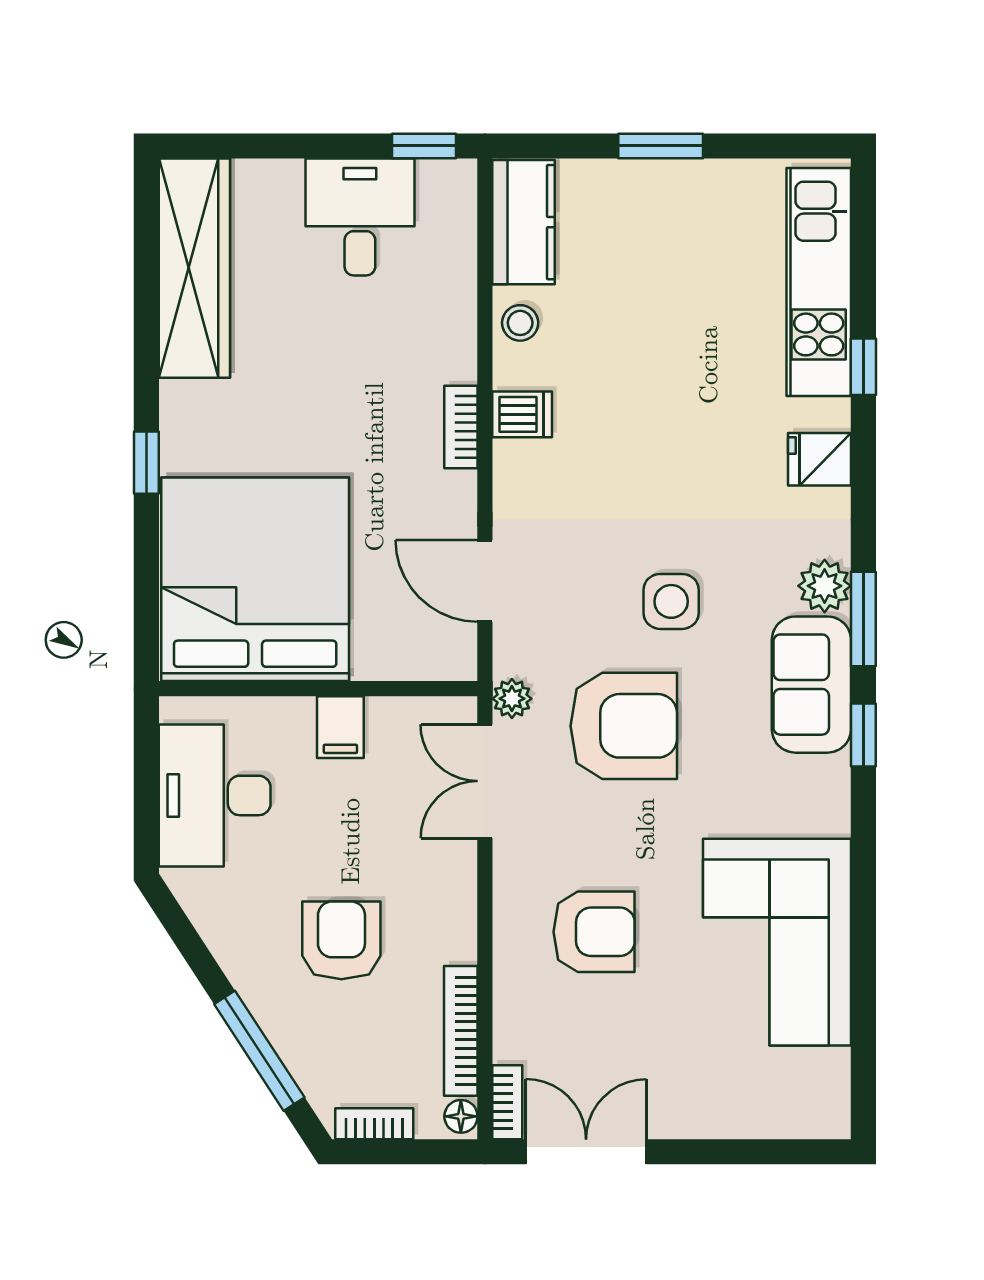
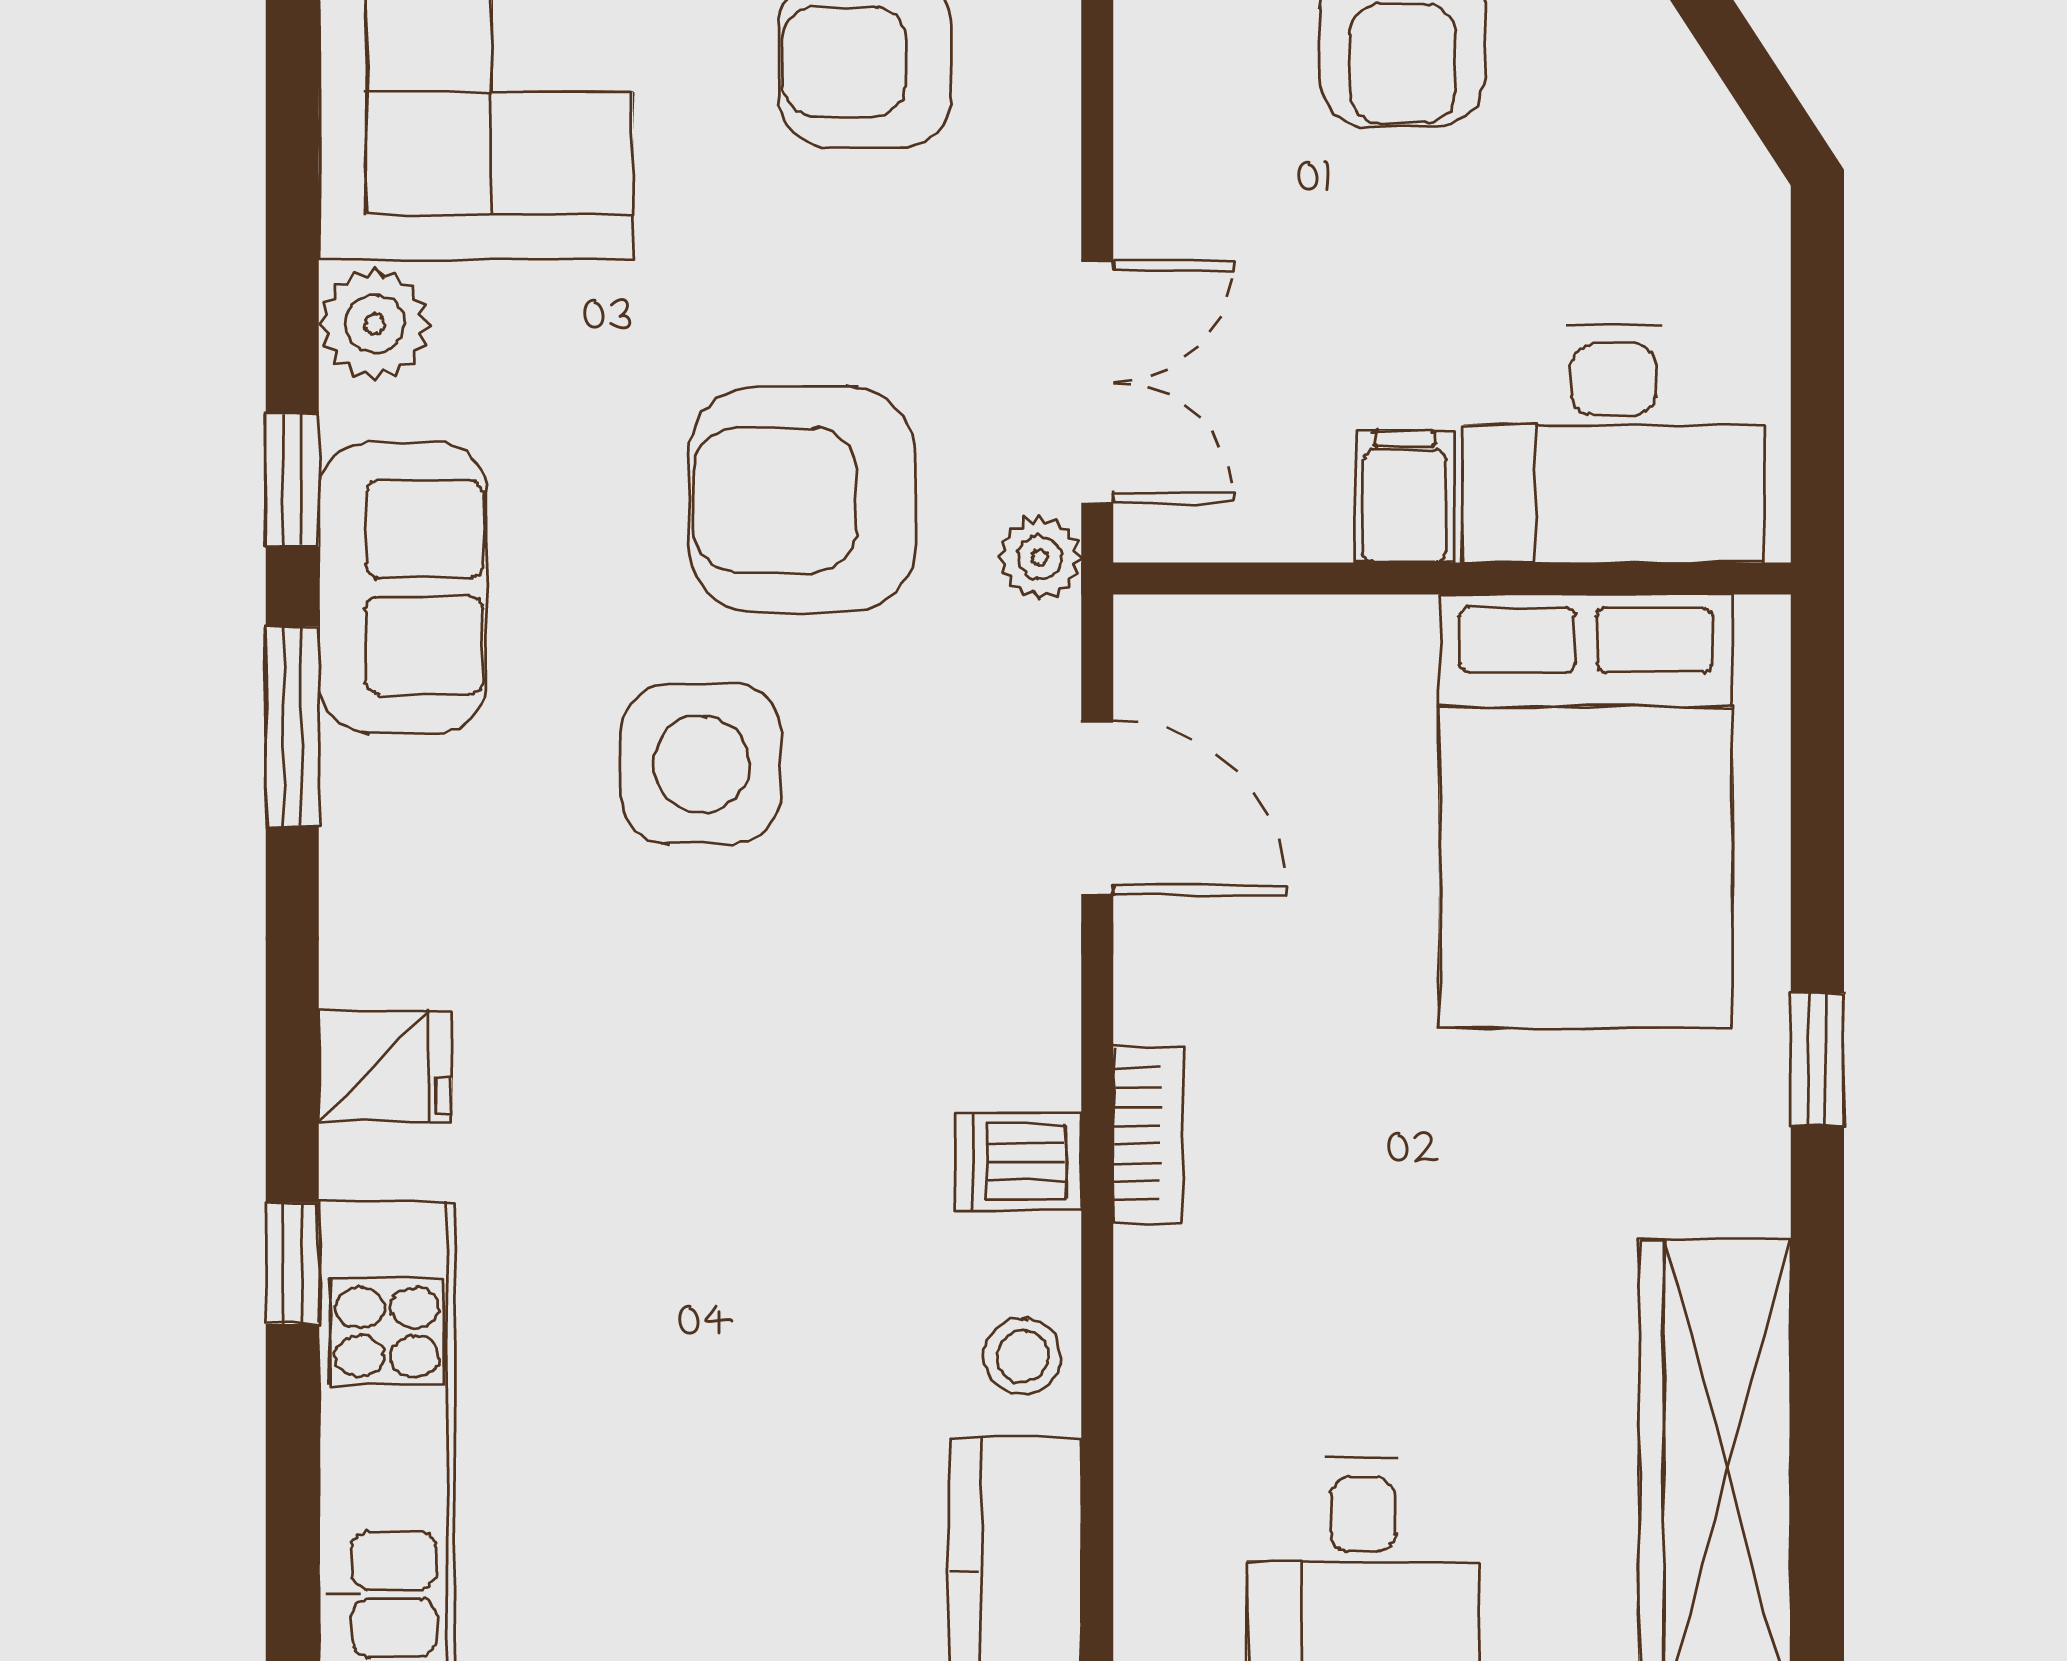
bed: (255, 579) -> (1586, 811), width x0.73
plant: (825, 586) -> (375, 324), moved
side table: (671, 601) -> (701, 764), width x1.37, depth x1.37
desk: (215, 795) -> (1614, 444), moved, turned 90

